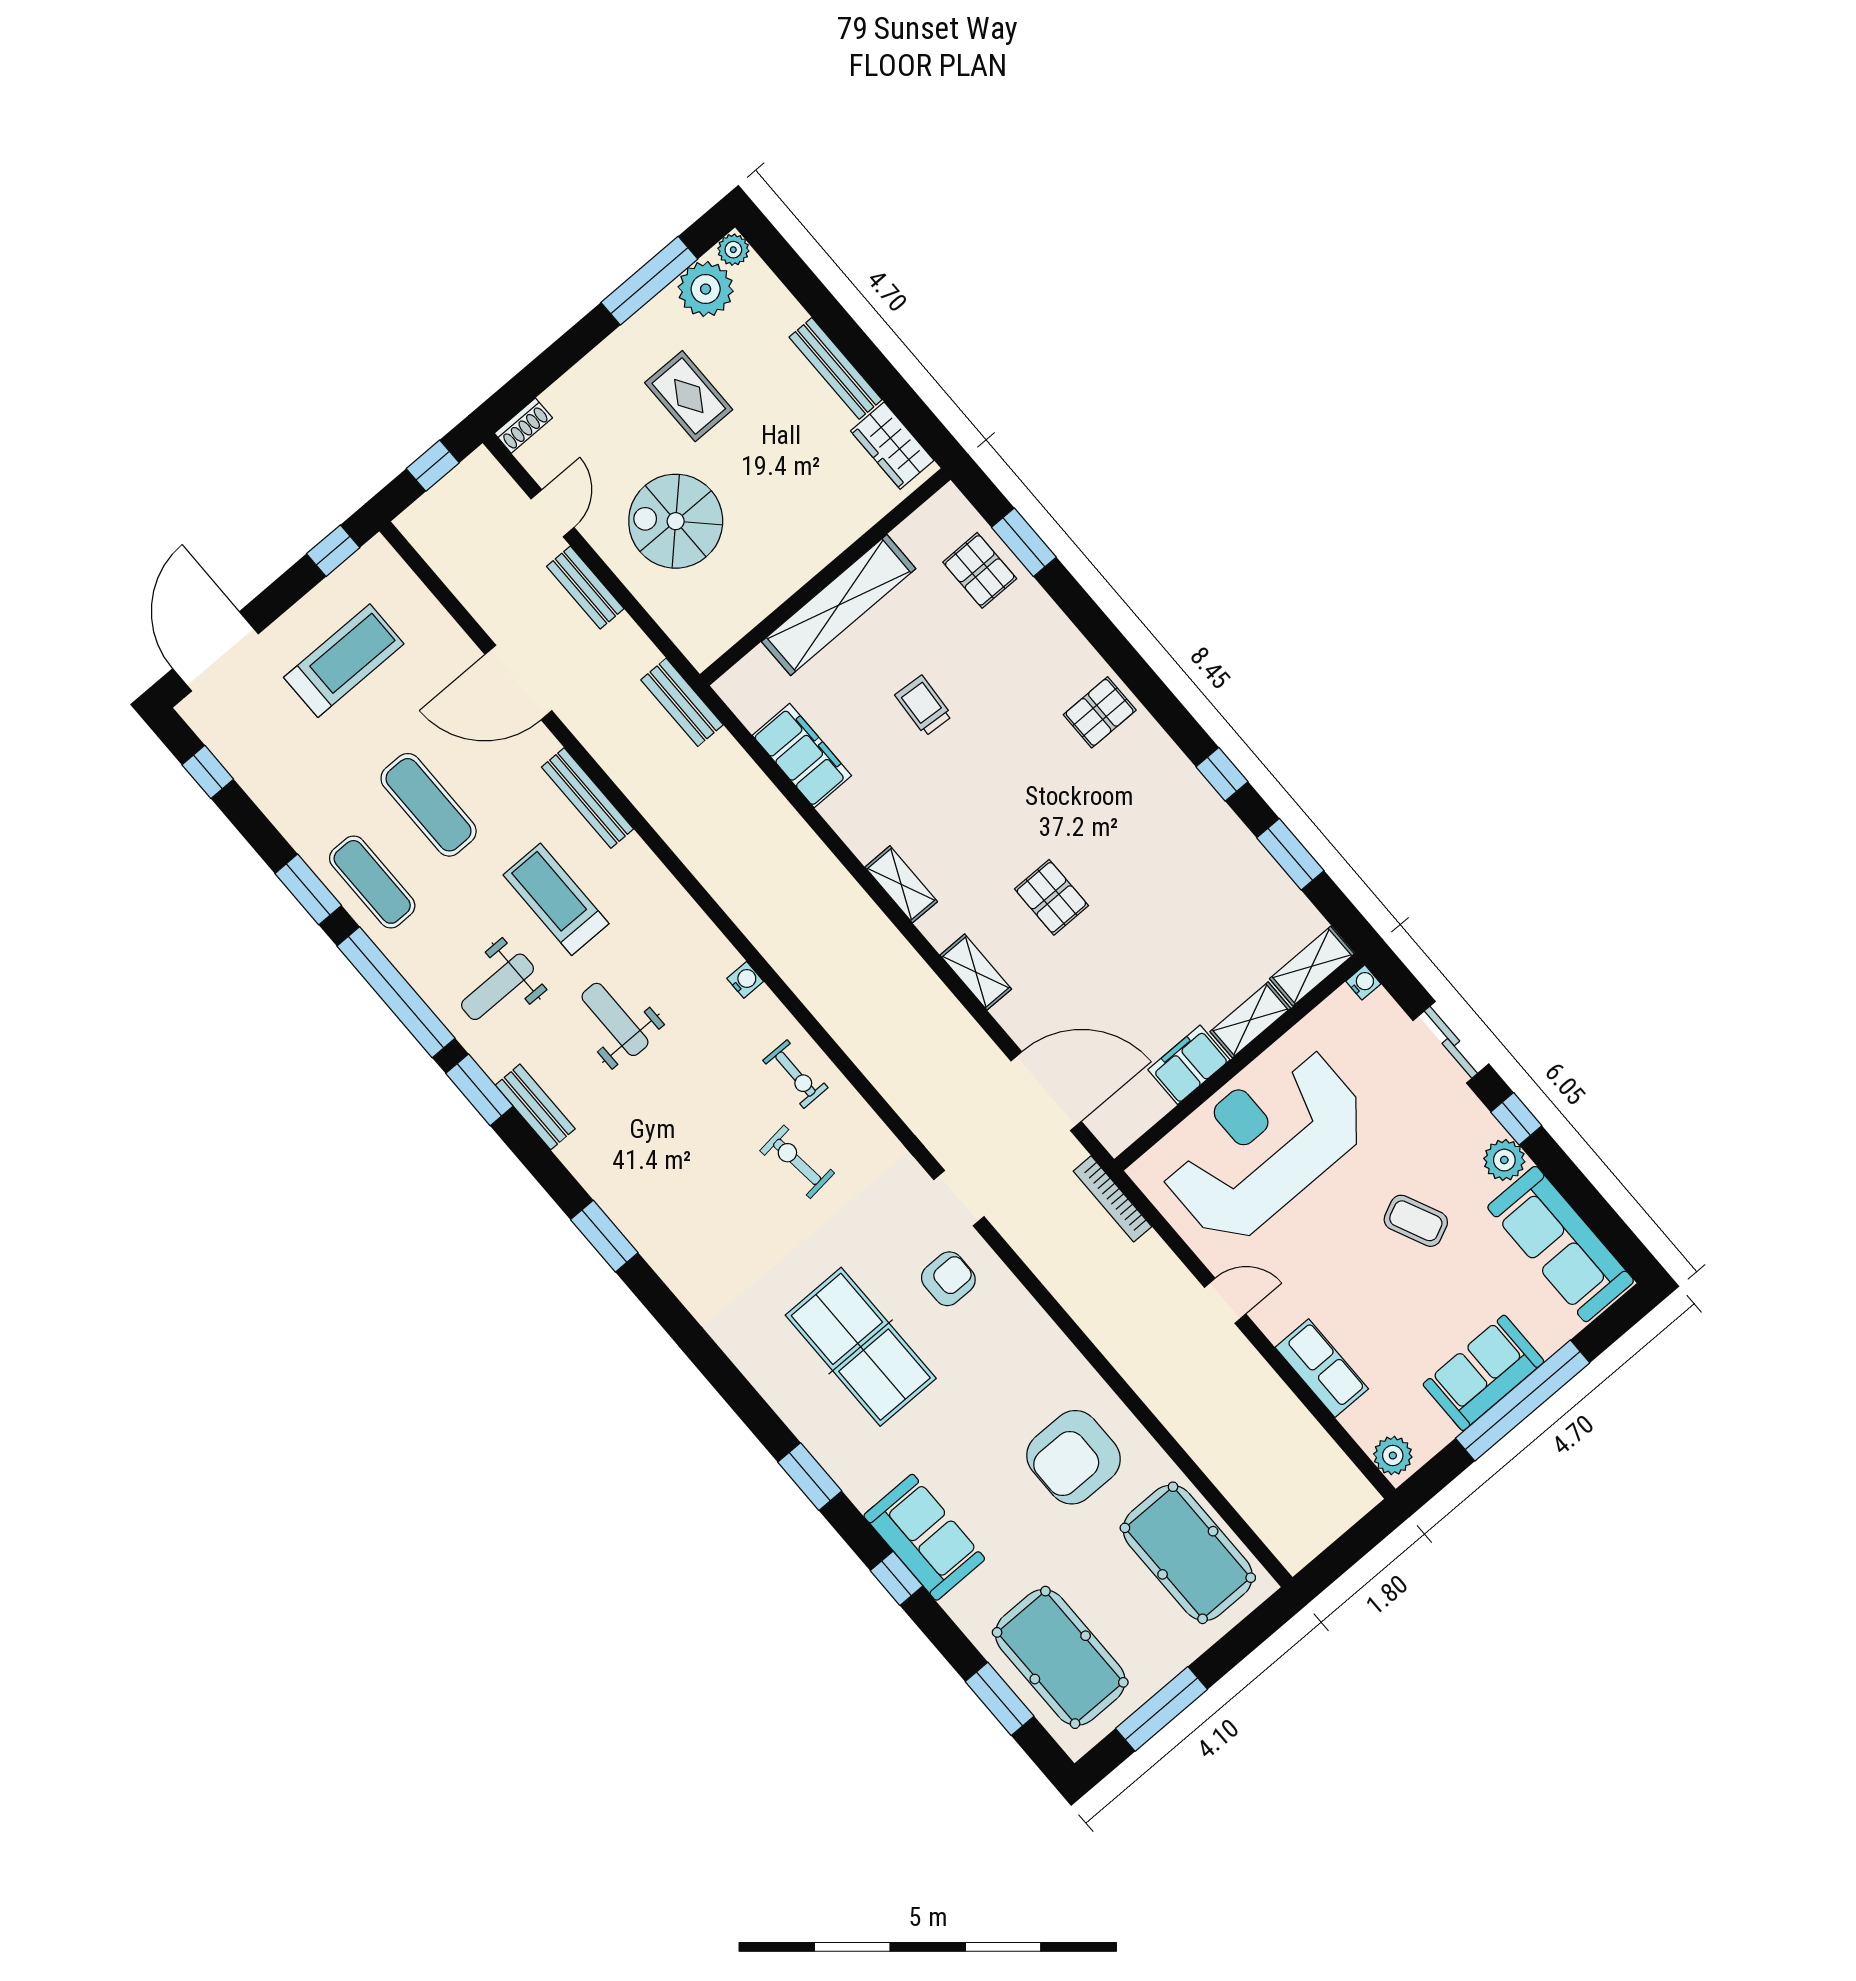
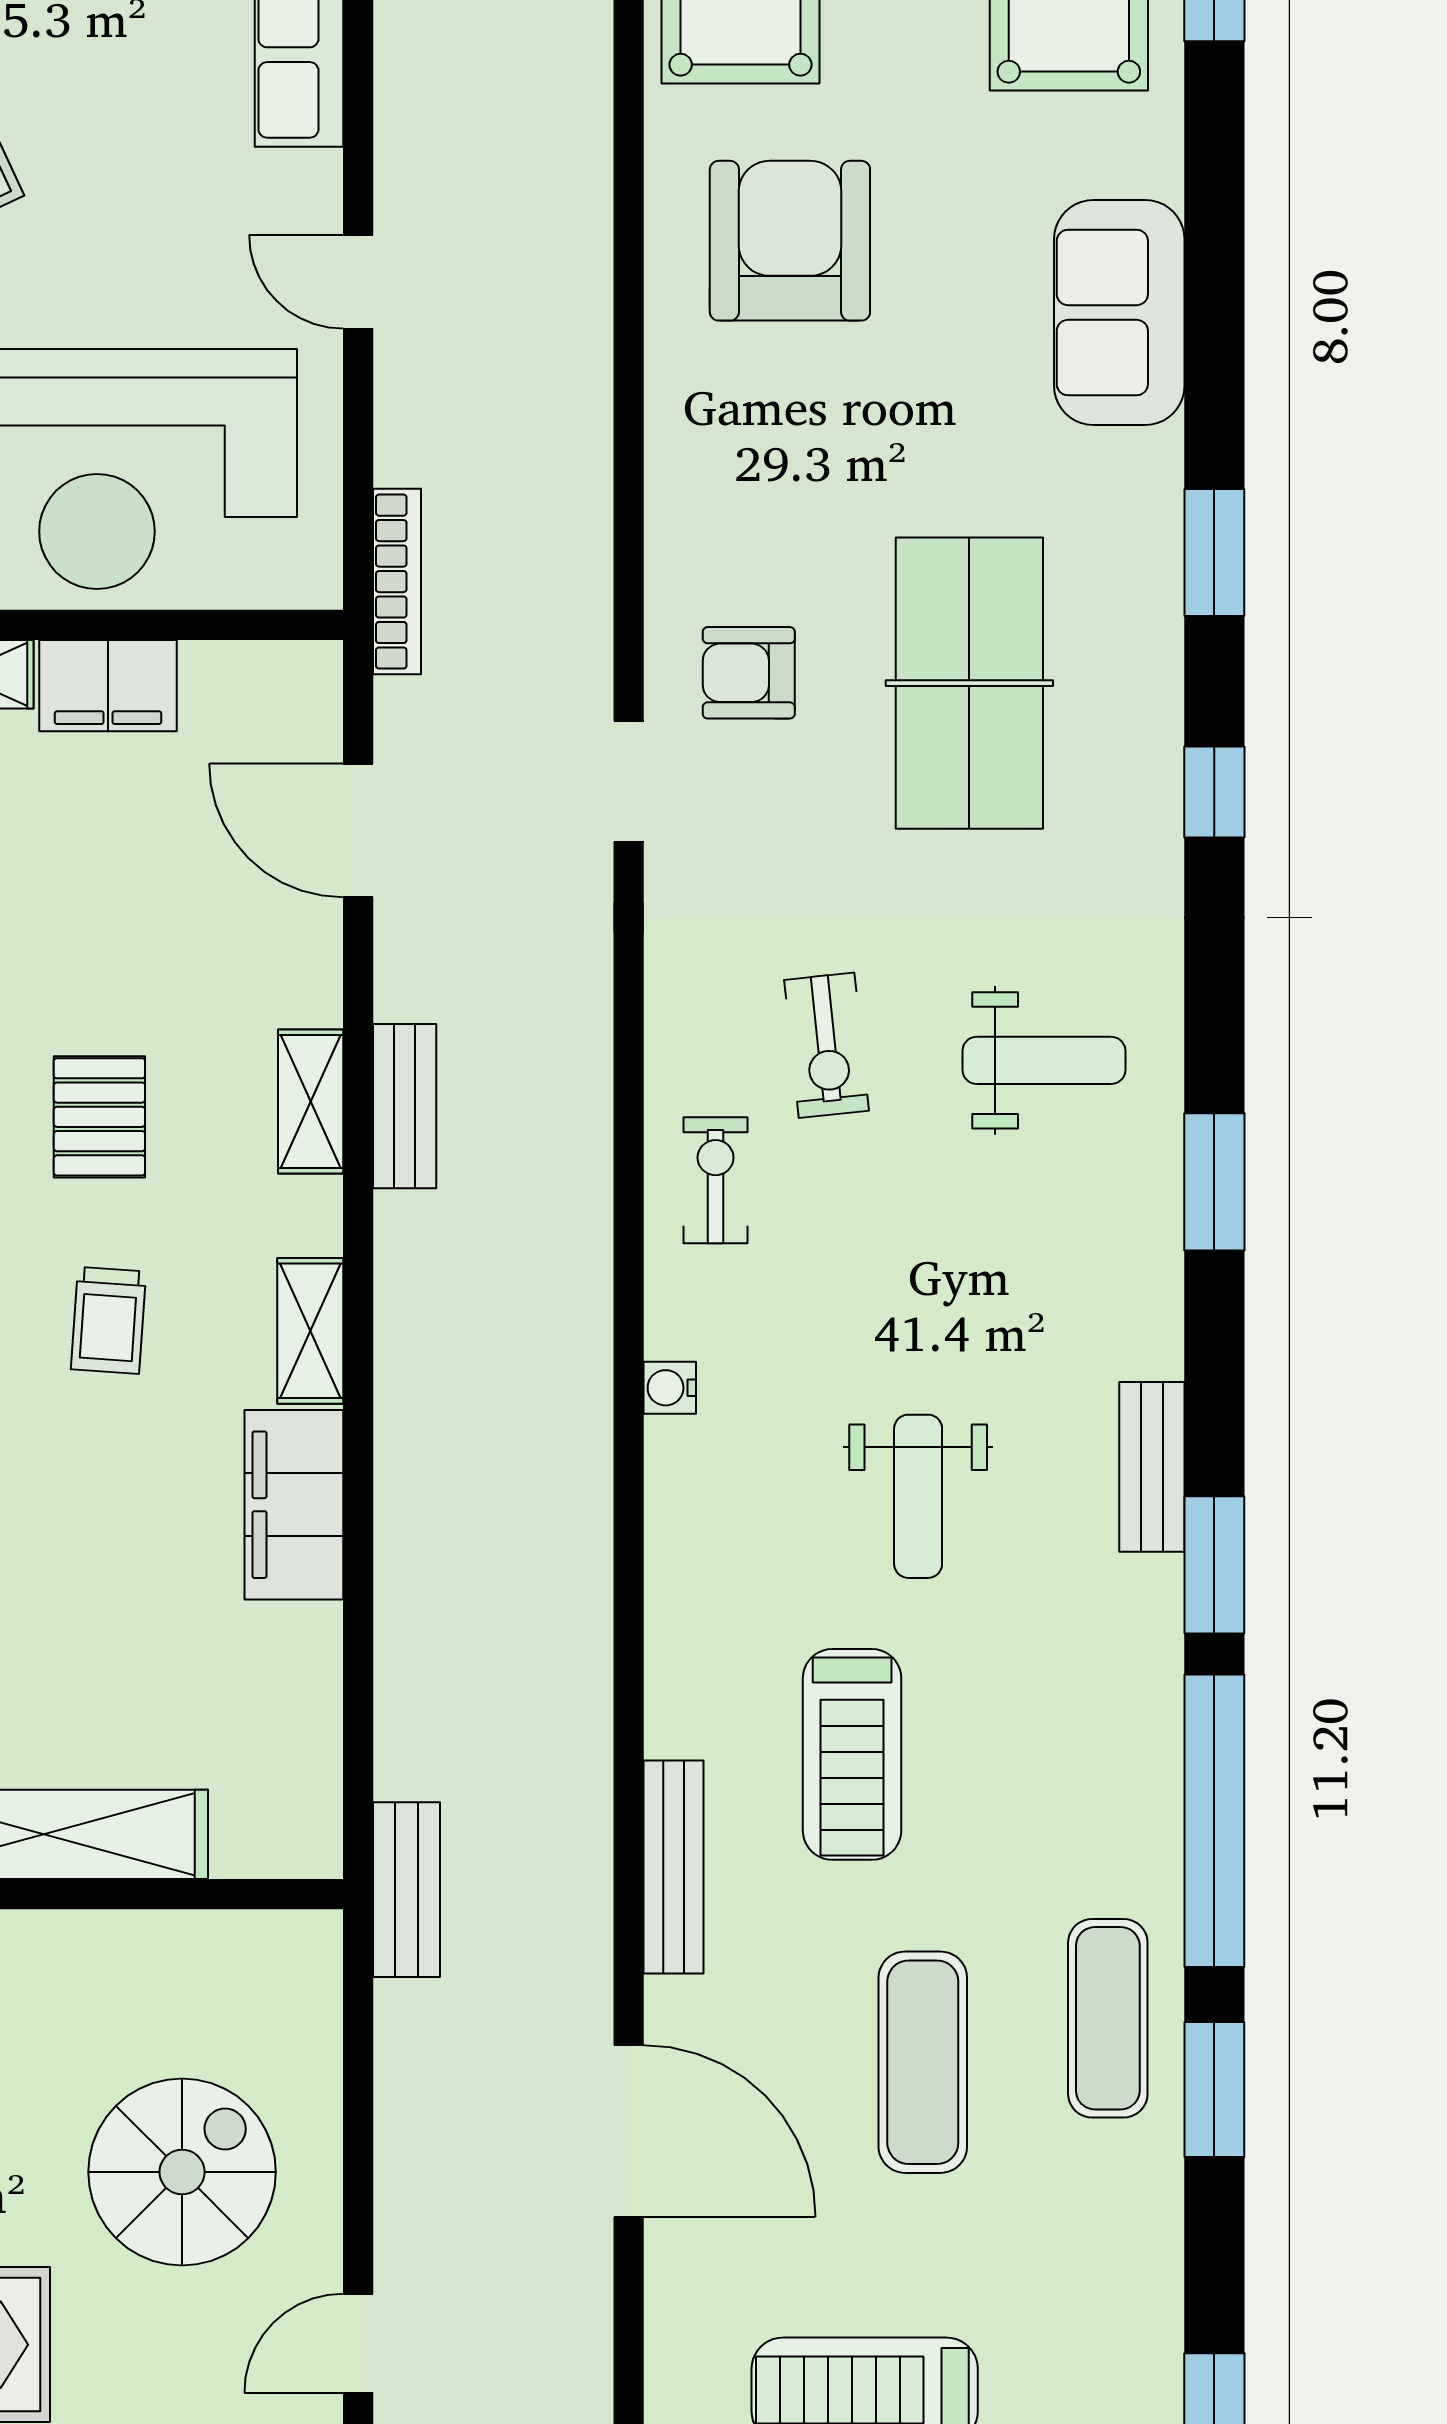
spiral stairs: (676, 521) -> (182, 2172), turned -90
bench: (585, 588) -> (405, 1106), moved
trolley: (924, 706) -> (108, 1320), moved
filing cabinet: (802, 756) -> (294, 1505), moved
weight bench: (497, 987) -> (1044, 1060), moved
door: (1046, 1091) -> (358, 830), width x0.73
armchair: (1074, 1457) -> (790, 241), turned -90
window: (897, 1578) -> (1214, 792), moved

